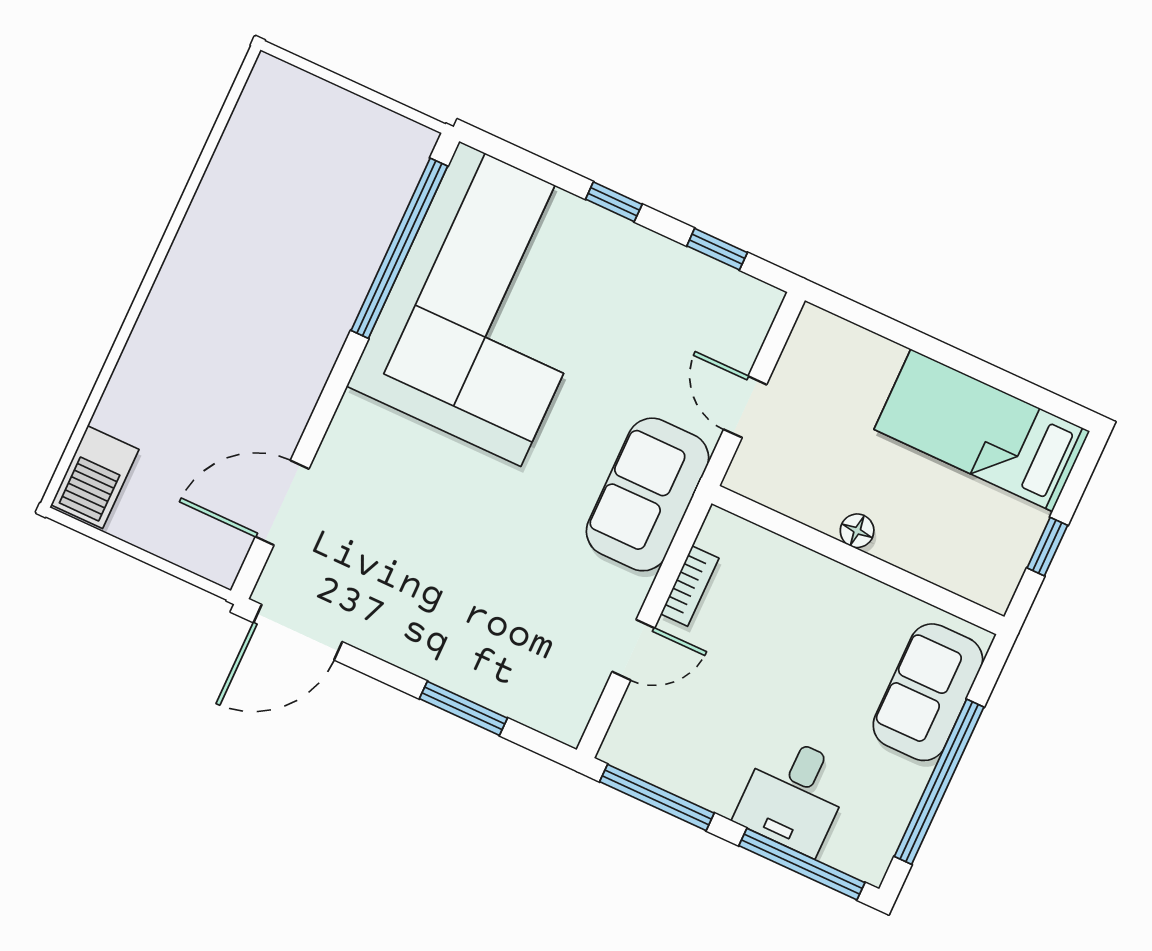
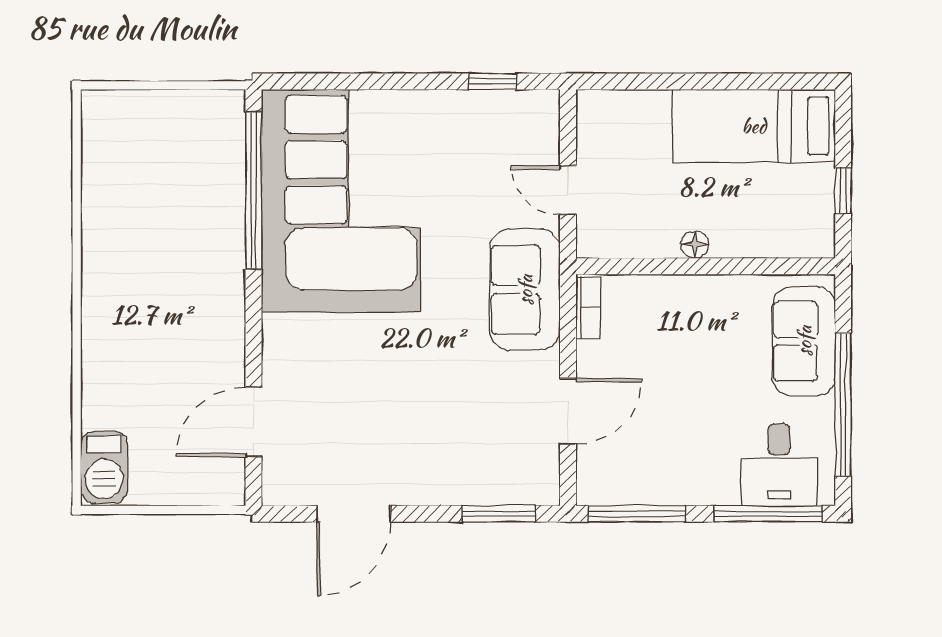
window: (614, 202) -> (399, 81), removed
bookcase: (690, 586) -> (588, 308), moved
door: (298, 632) -> (354, 514), moved
door: (633, 650) -> (568, 411), width x1.38
window: (463, 708) -> (499, 514), moved
desk: (794, 795) -> (779, 465), moved

